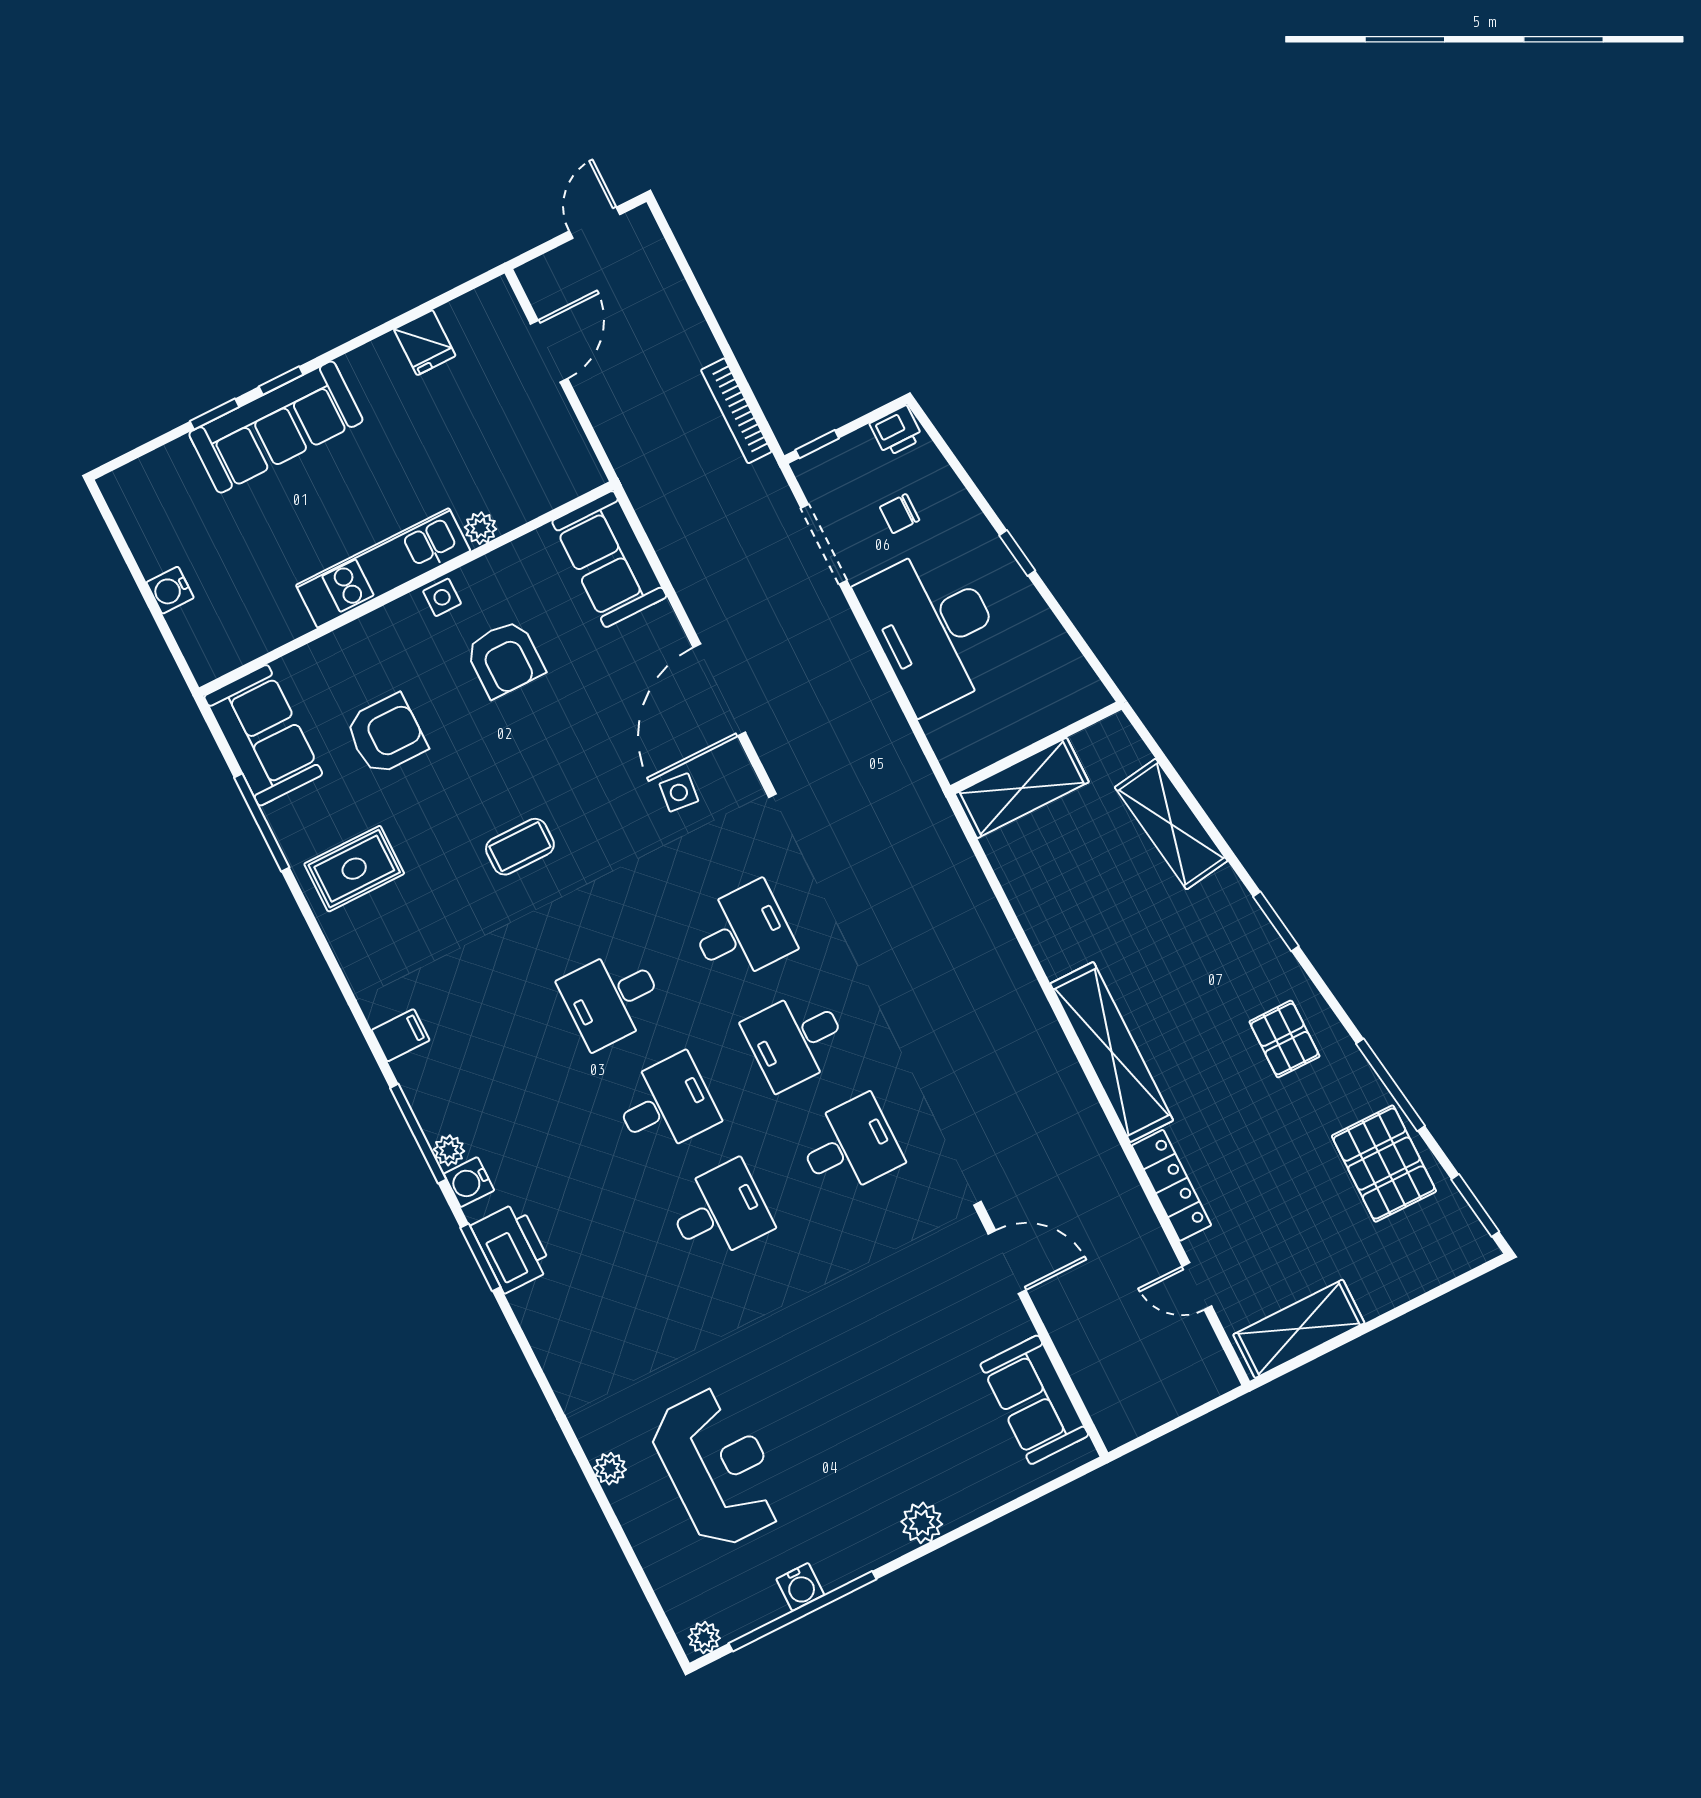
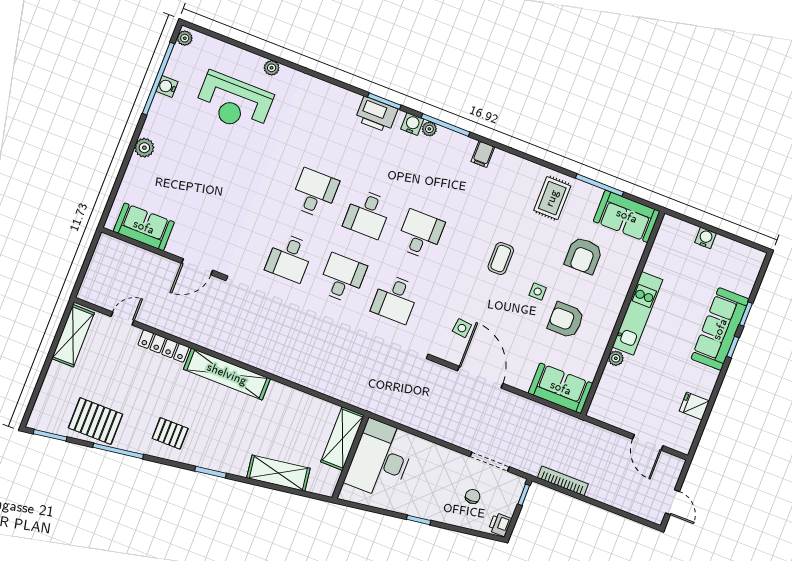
side table: (442, 597) -> (538, 292), moved
desk: (934, 628) -> (380, 459), moved, turned -90
desk: (719, 1211) -> (315, 193), turned 180

